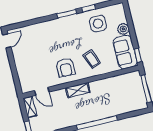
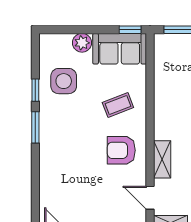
armchair: (66, 68) -> (121, 150), turned 180
shelving: (78, 90) -> (162, 159), moved
door: (42, 91) -> (150, 198), swing flipped

